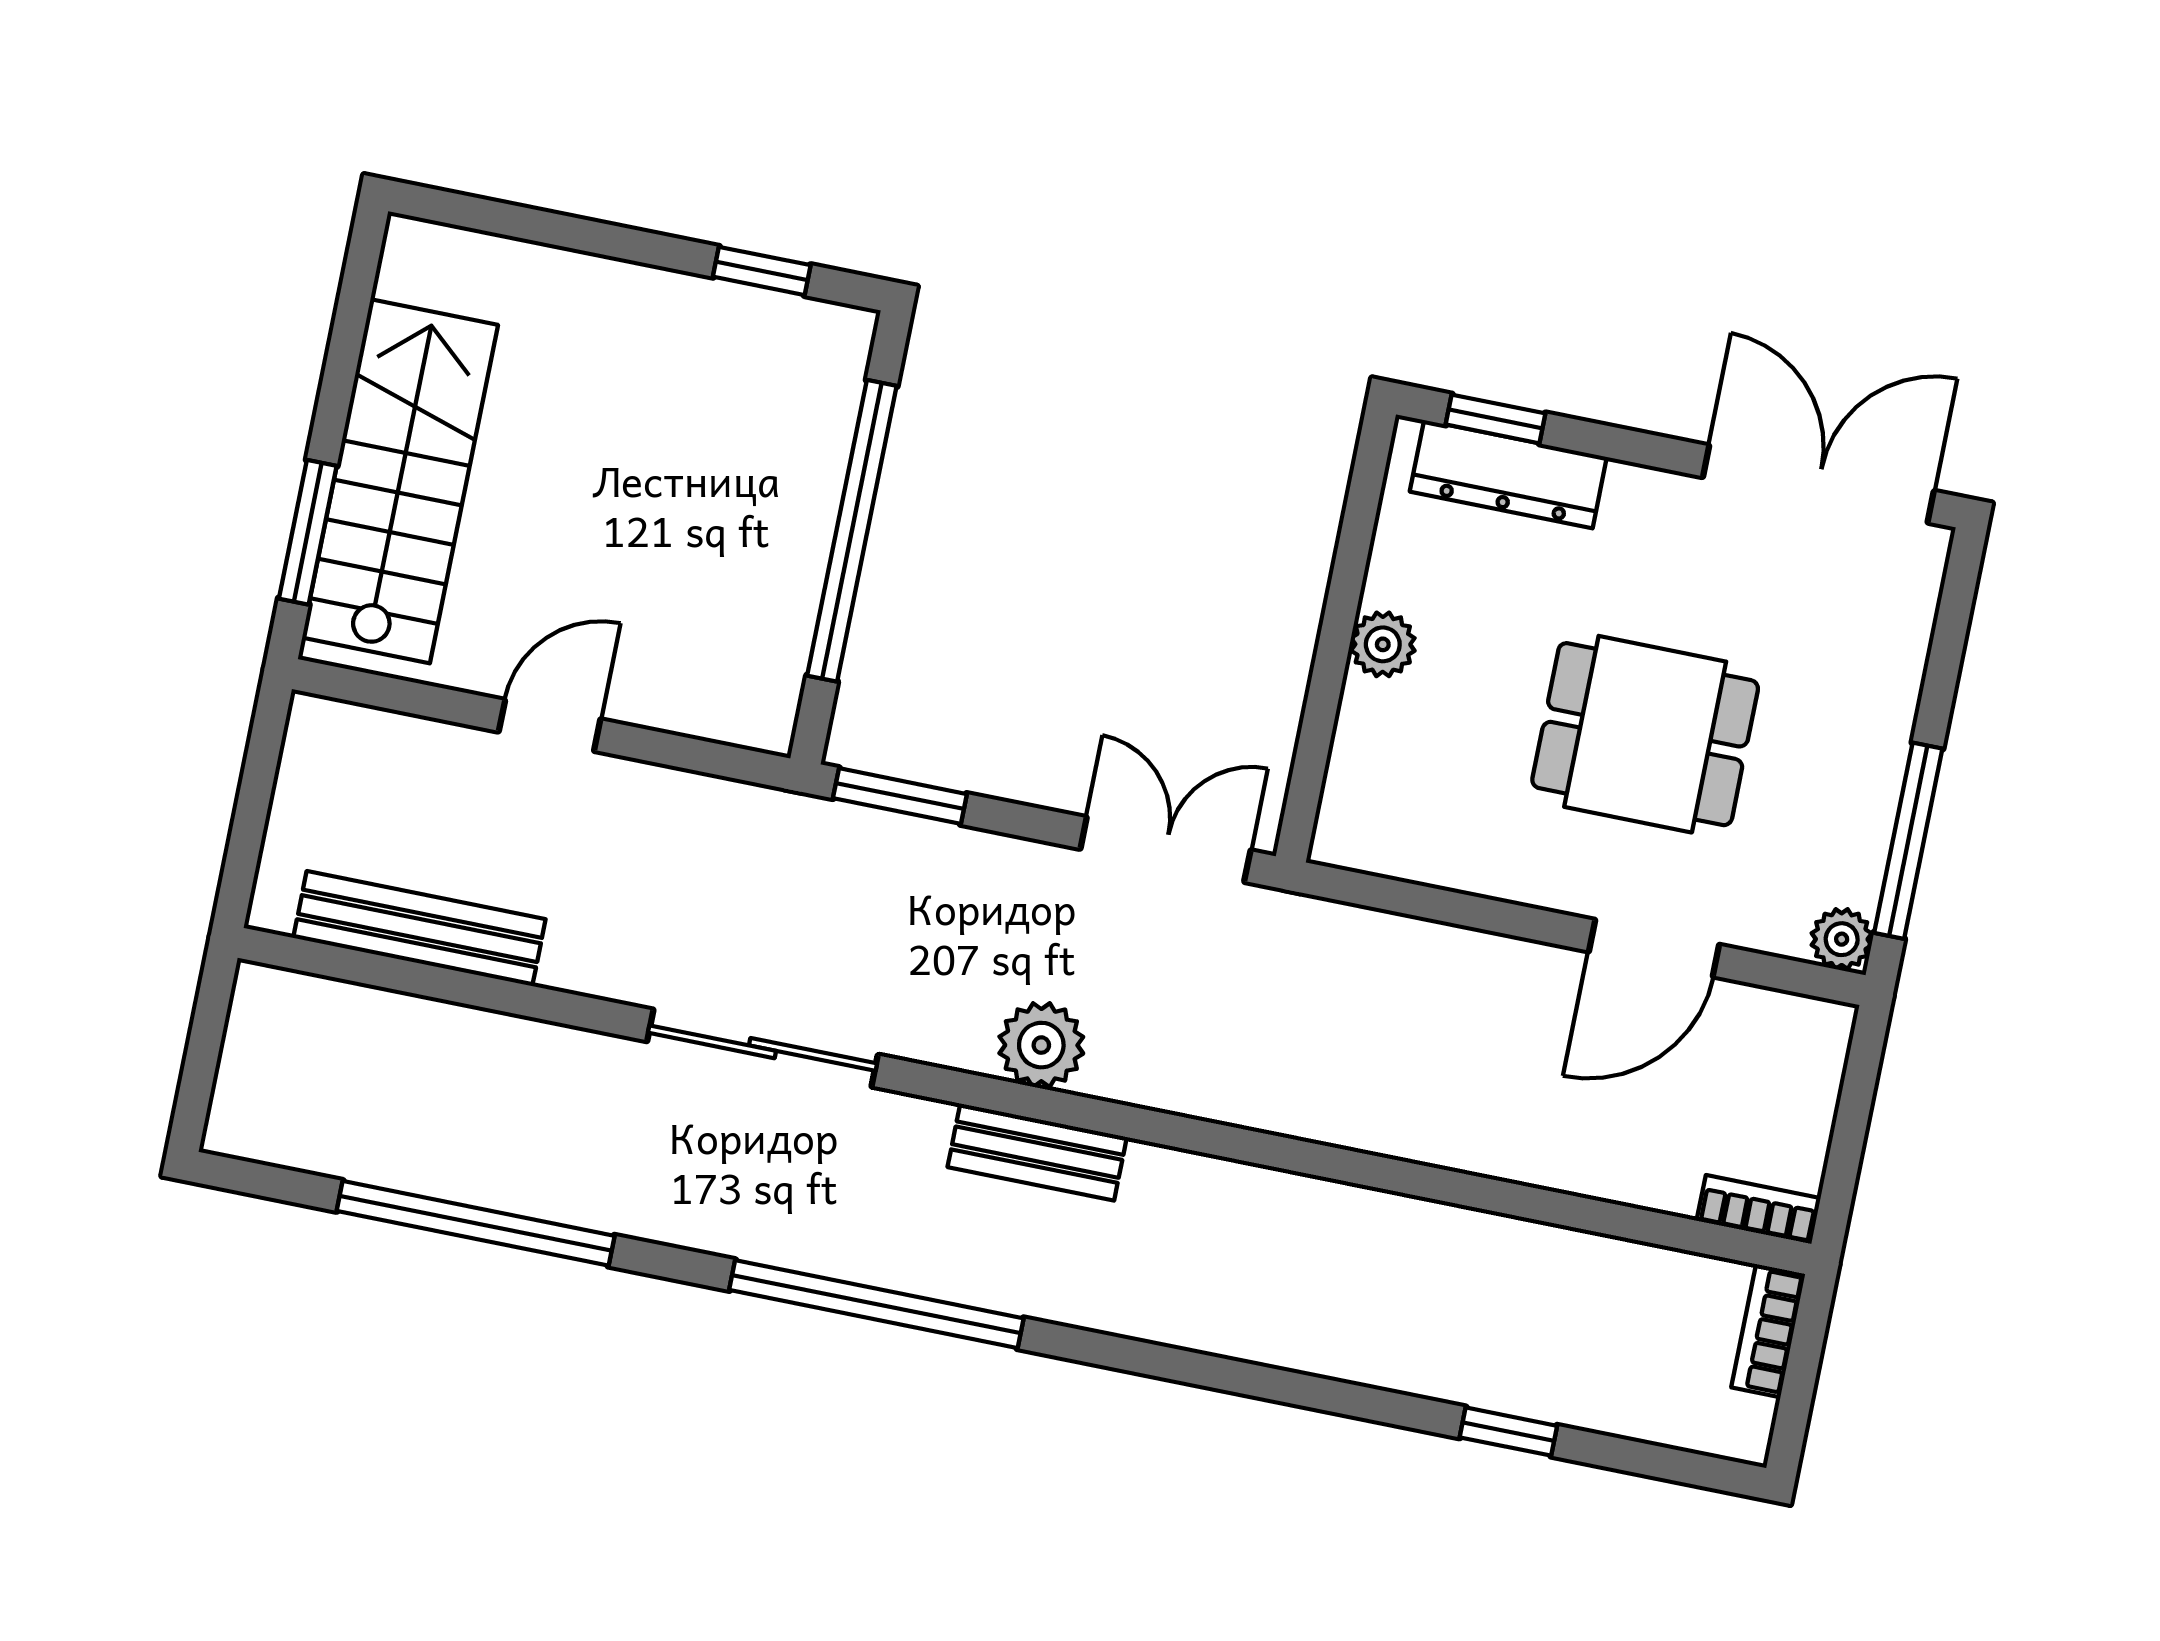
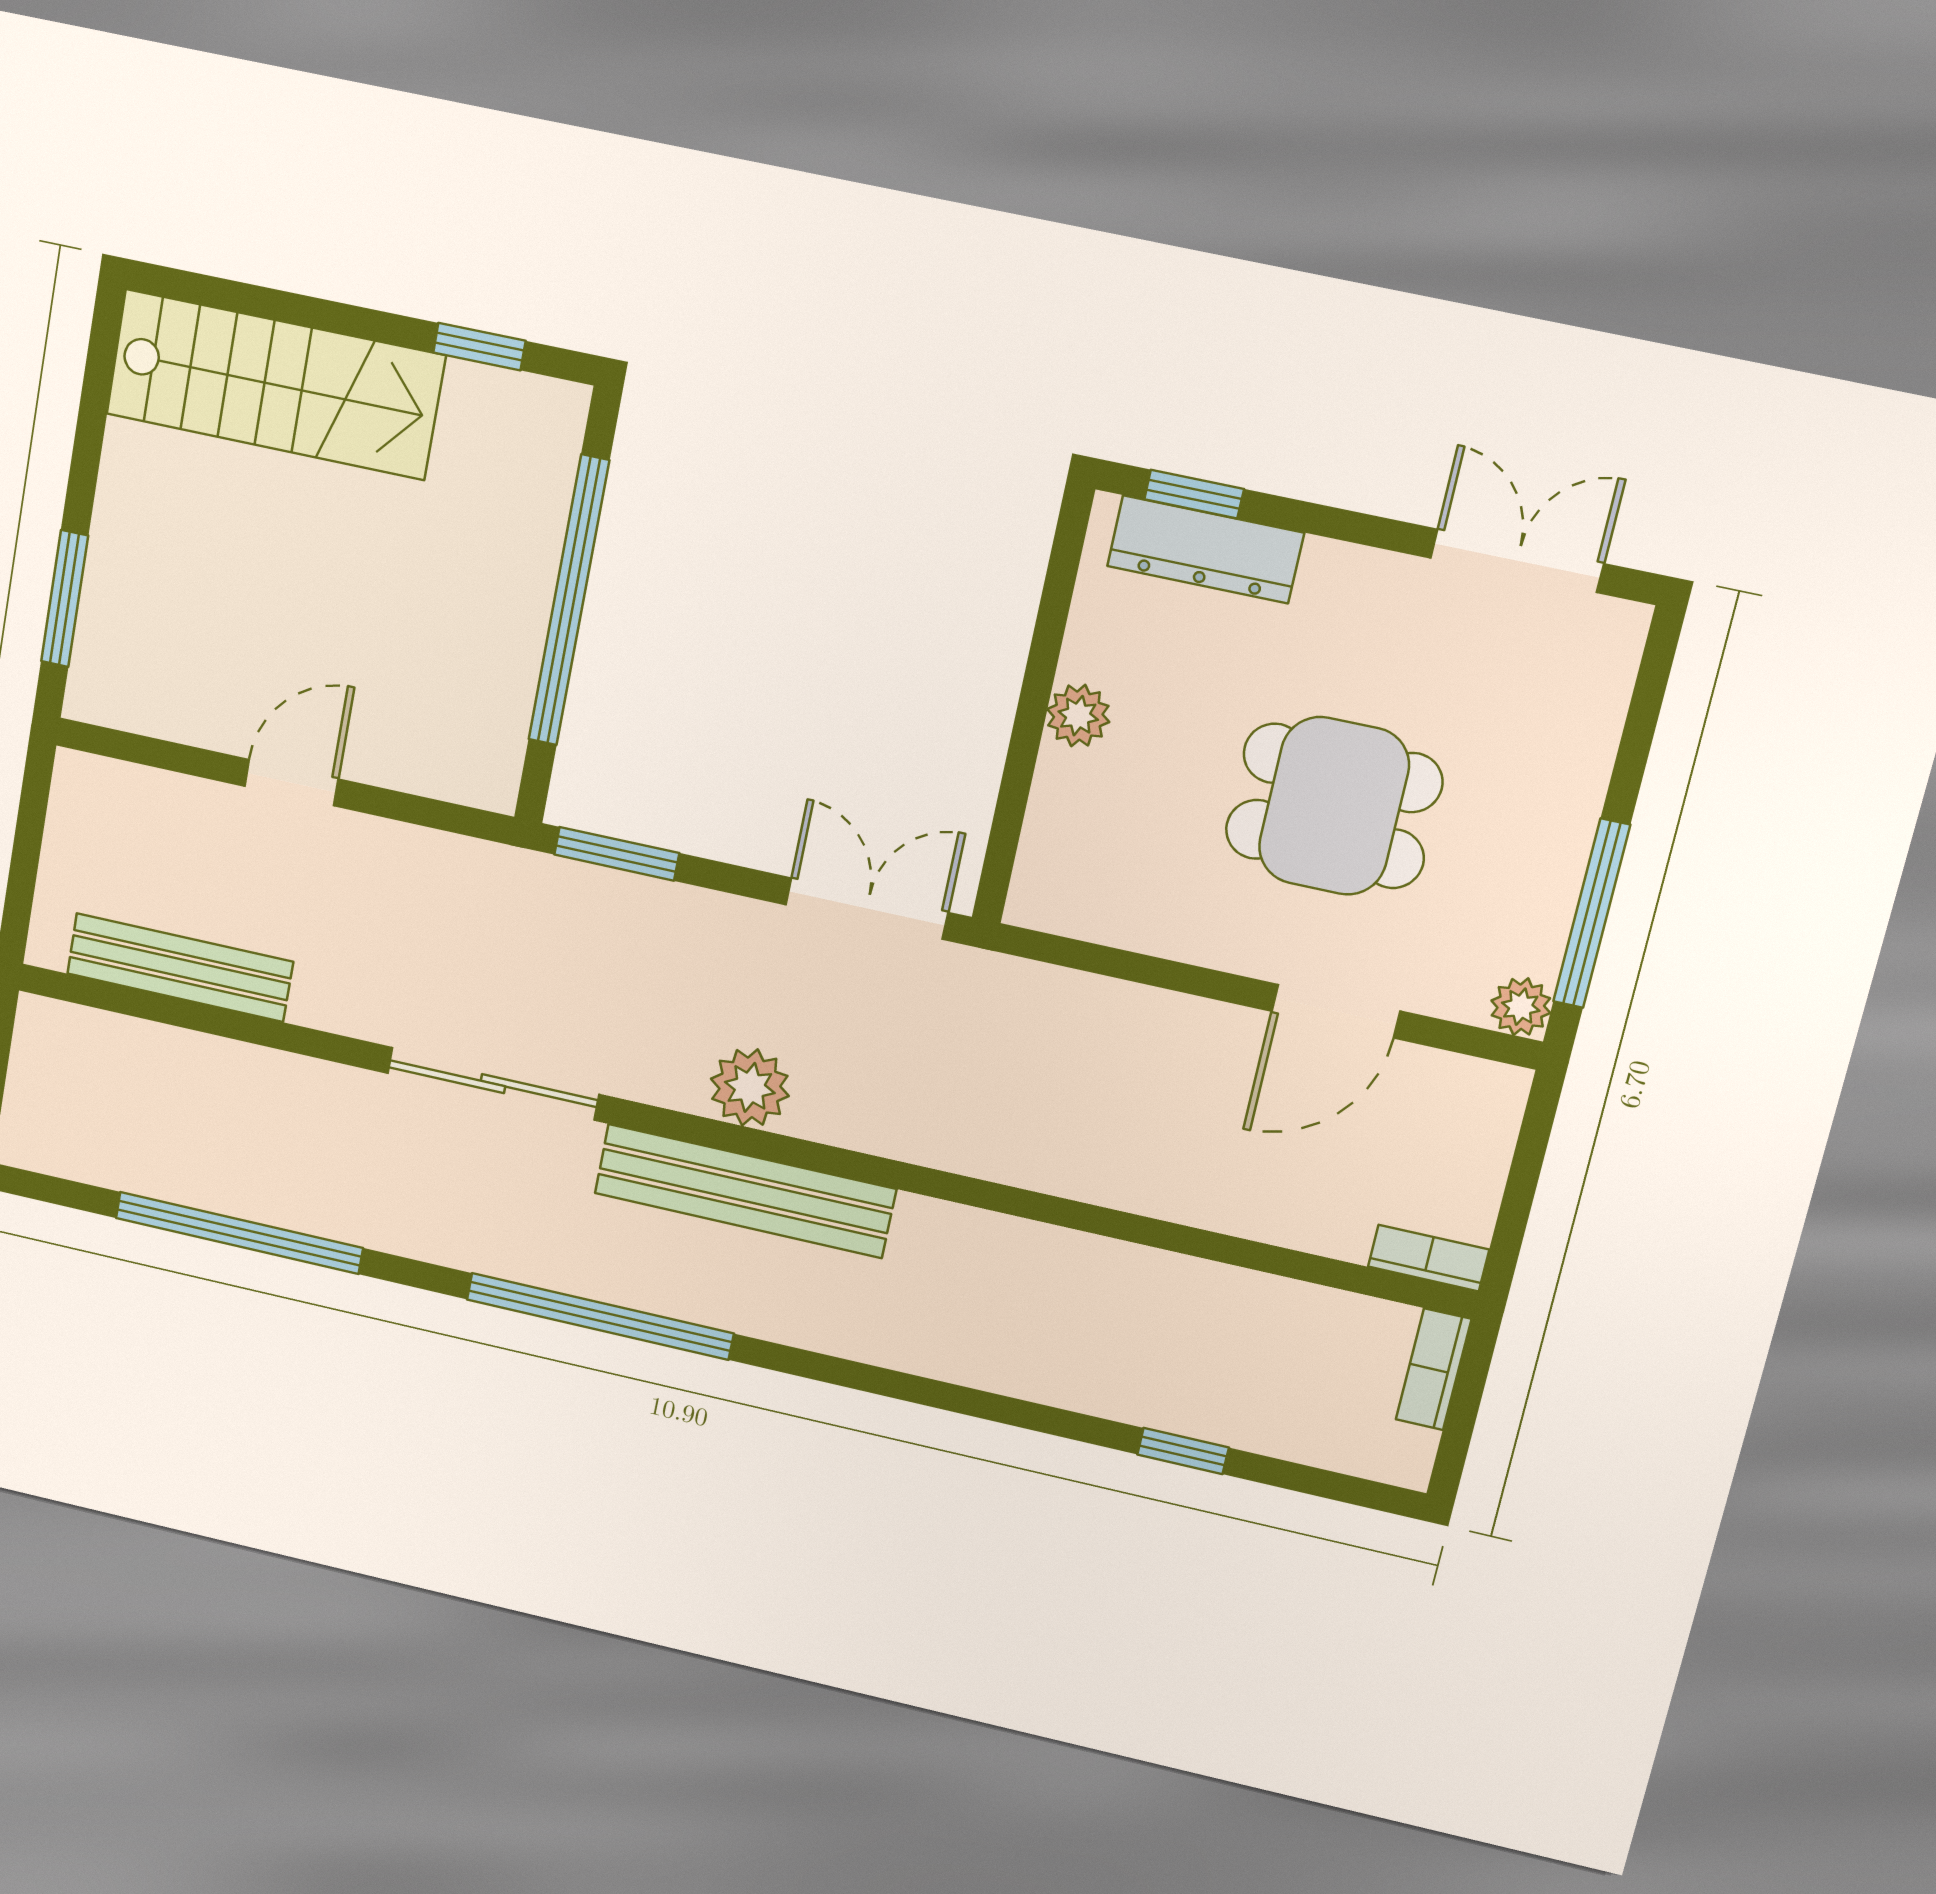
stairs: (400, 481) -> (275, 385), moved, turned 90
double door: (1818, 484) -> (1517, 561), width x0.73
bench: (1037, 1152) -> (745, 1191), width x1.86, depth x1.21

